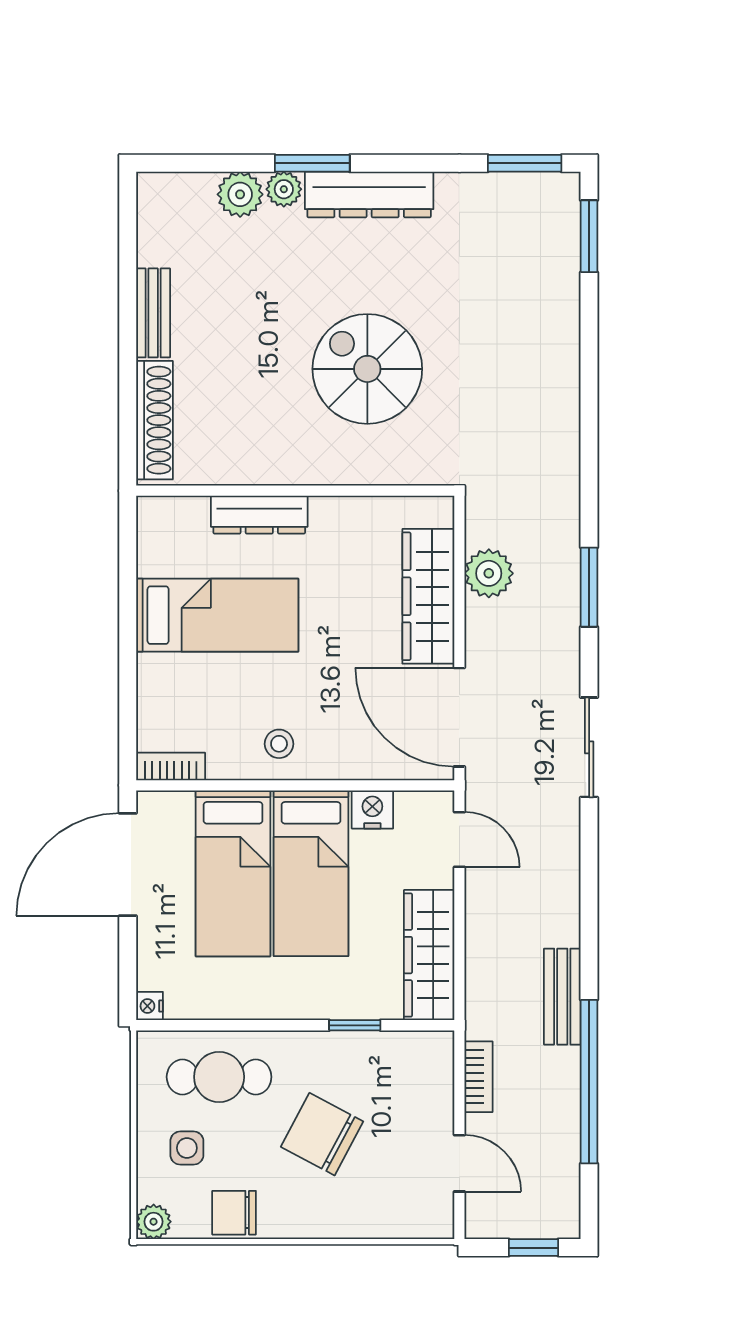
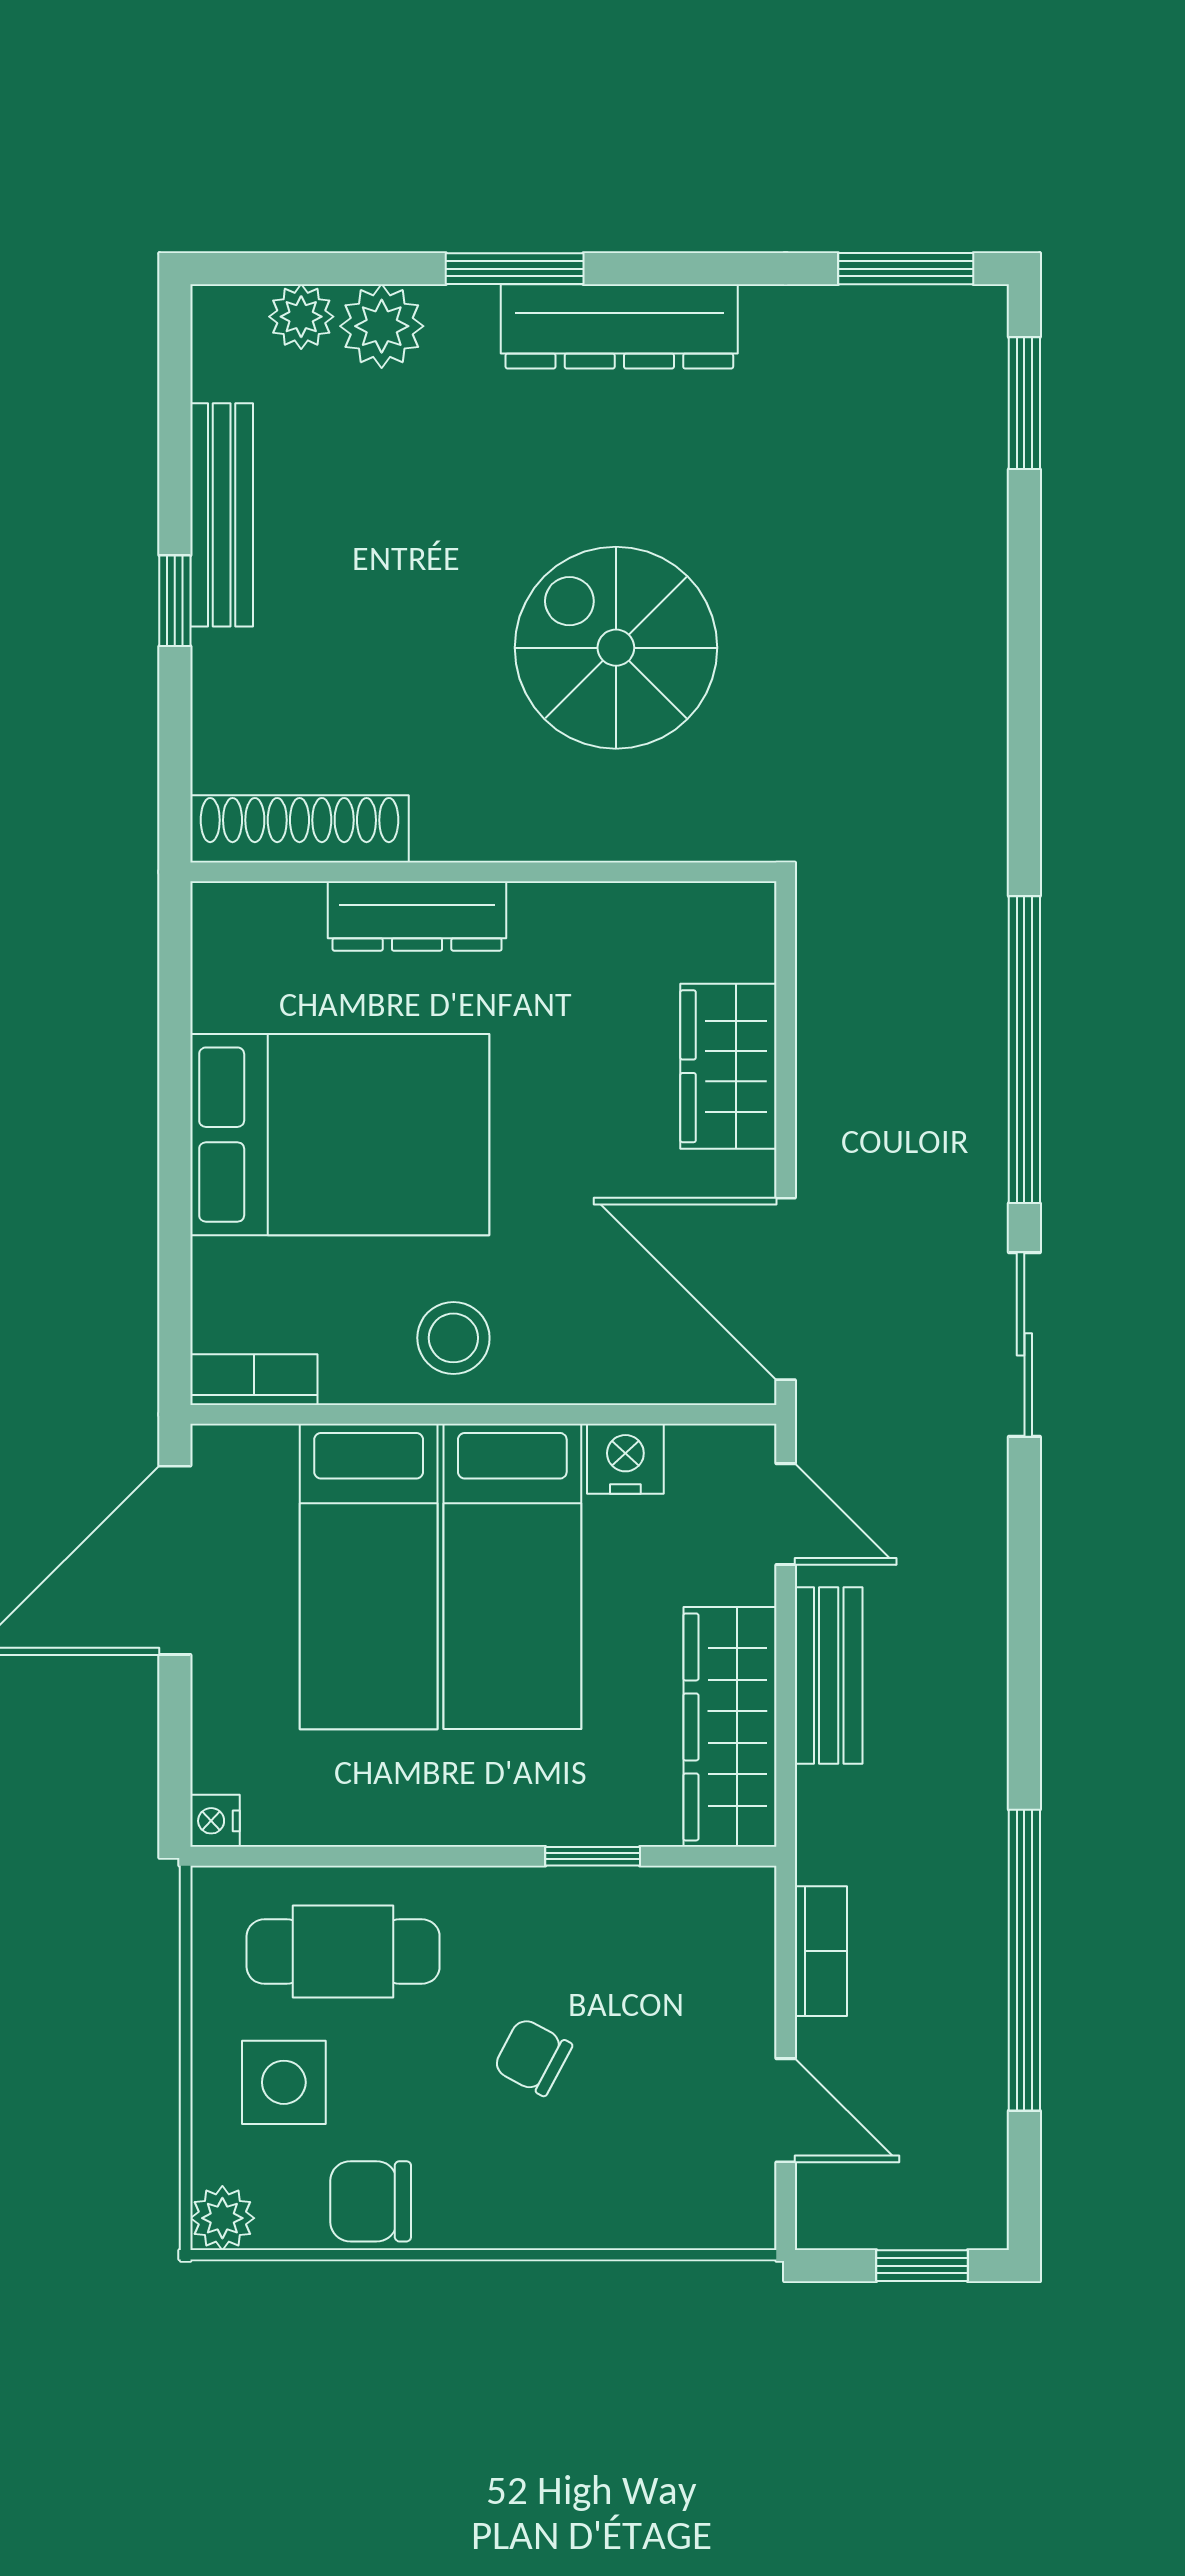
plant: (284, 189) -> (301, 317), moved
bench: (153, 313) -> (222, 515), width x1.36
window: (128, 343) -> (175, 601), added
shoe rack: (154, 420) -> (300, 829), moved, turned -90
plant: (489, 573) -> (840, 1024), removed
window: (589, 587) -> (1024, 1050), width x2.11
wardrobe: (428, 596) -> (728, 1066), width x0.67
bed: (217, 615) -> (340, 1135), width x1.50
stool: (279, 744) -> (453, 1338), width x1.37, depth x1.37
bench: (562, 997) -> (829, 1676), moved
chair: (322, 1134) -> (533, 2057), width x0.54, depth x0.54
side table: (187, 1148) -> (284, 2082), width x1.37, depth x1.37

